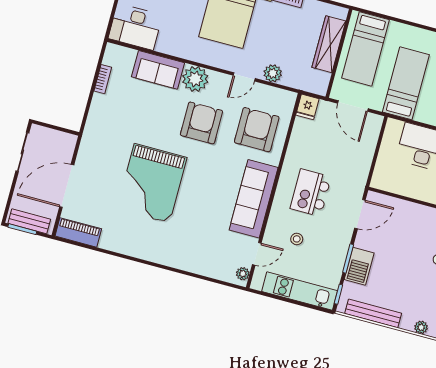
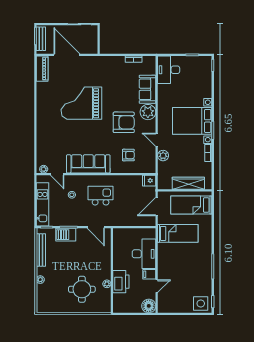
armchair: (257, 130) -> (128, 155), width x0.53, depth x0.53

